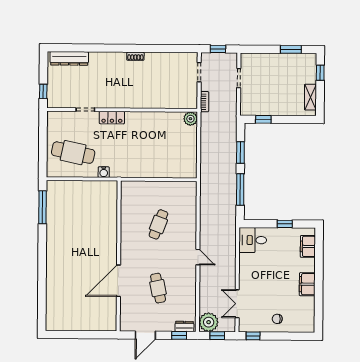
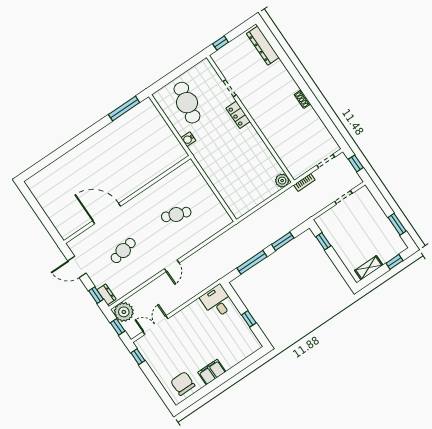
filing cabinet: (308, 246) -> (243, 351), removed
chair: (277, 319) -> (183, 383), moved, width x1.87, depth x1.87

